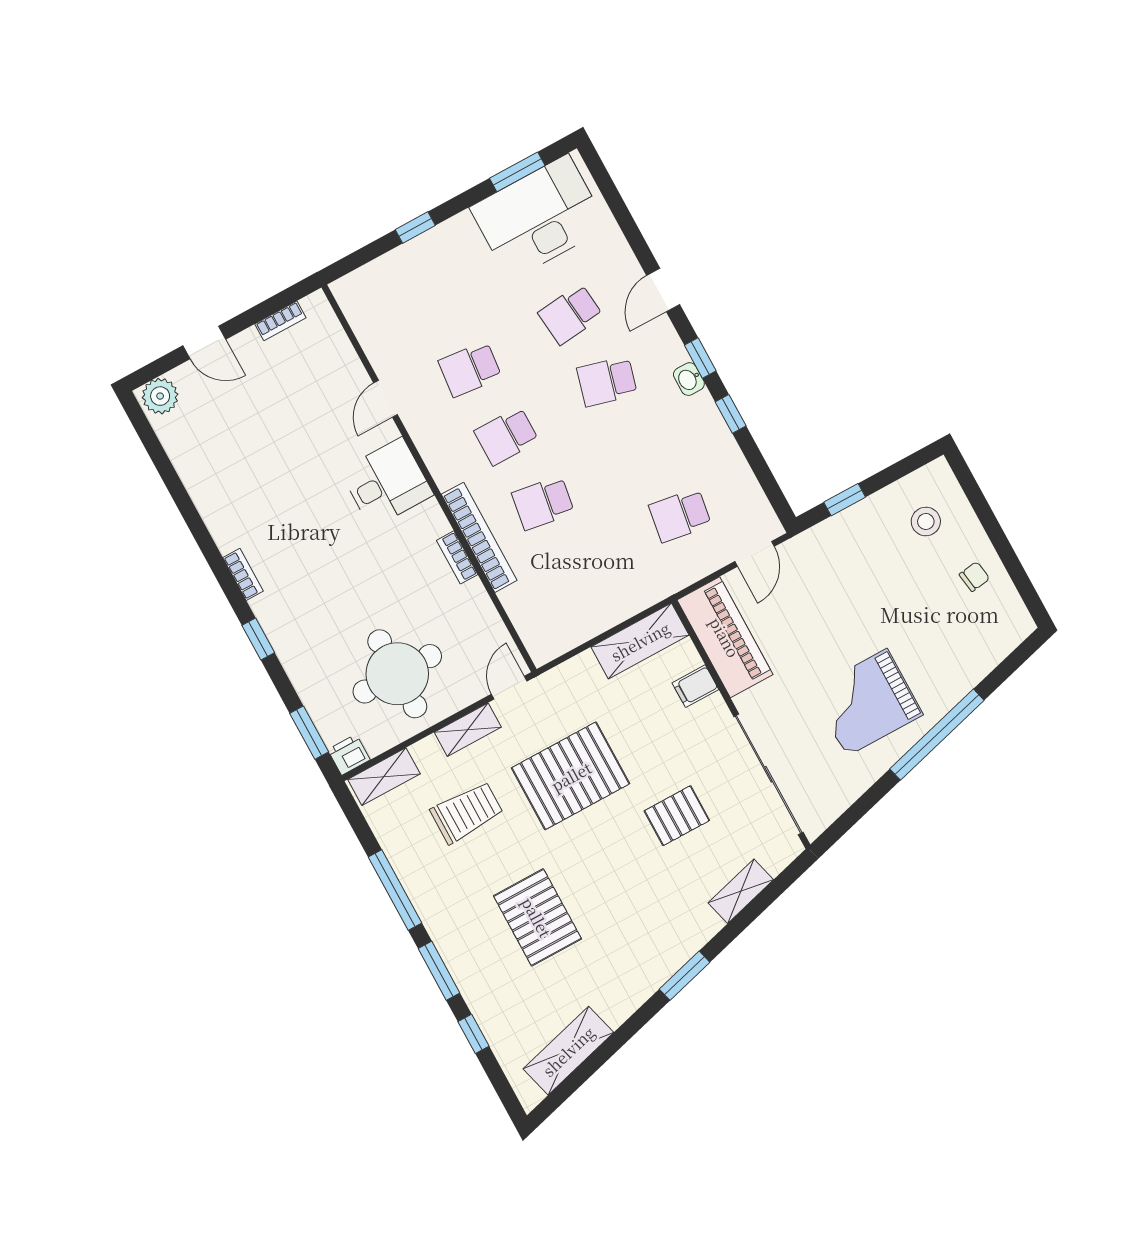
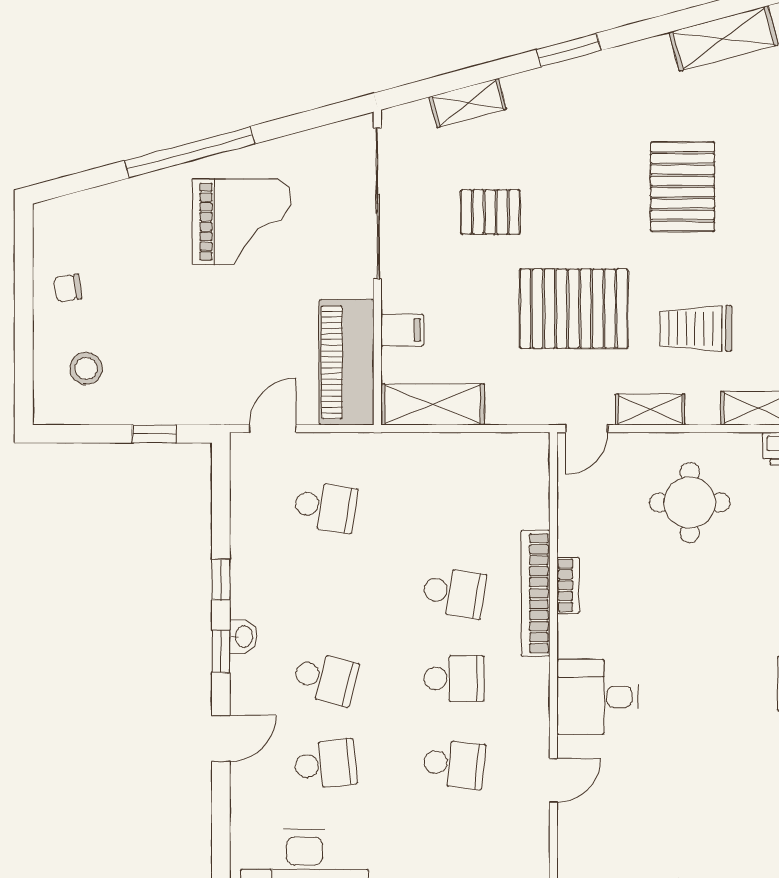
round table: (397, 674) -> (690, 503), width x0.73, depth x0.73

